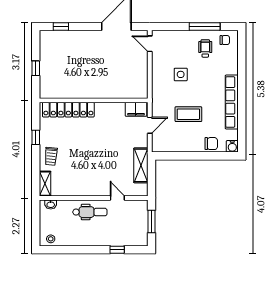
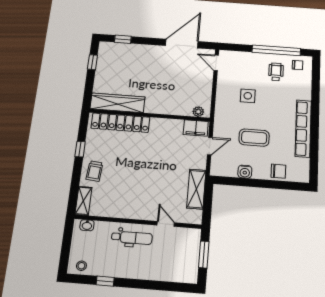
window: (205, 27) -> (276, 50), width x1.46
window: (36, 68) -> (92, 62), moved
wardrobe: (63, 91) -> (117, 103), added
plant: (137, 94) -> (198, 112), added
water cooler: (232, 146) -> (245, 172), moved
window: (117, 250) -> (105, 281), moved

